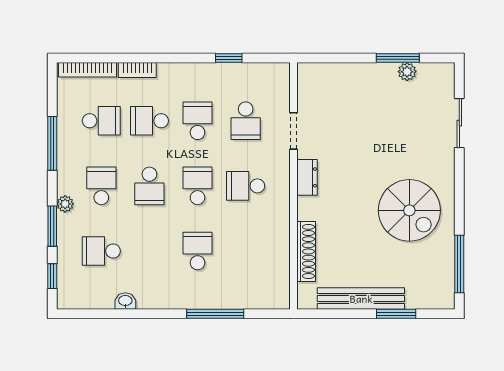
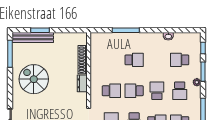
dresser: (307, 177) -> (82, 83), moved
school desk: (198, 186) -> (134, 91), turned 90
school desk: (101, 251) -> (180, 60), turned 180
school desk: (198, 251) -> (134, 60), turned -90
bench: (361, 299) -> (33, 37), moved

